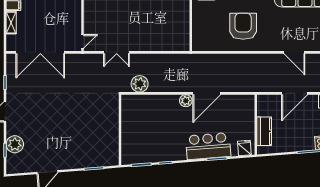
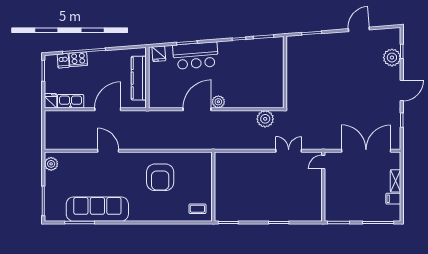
kitchen counter: (264, 131) -> (139, 78), width x1.50

